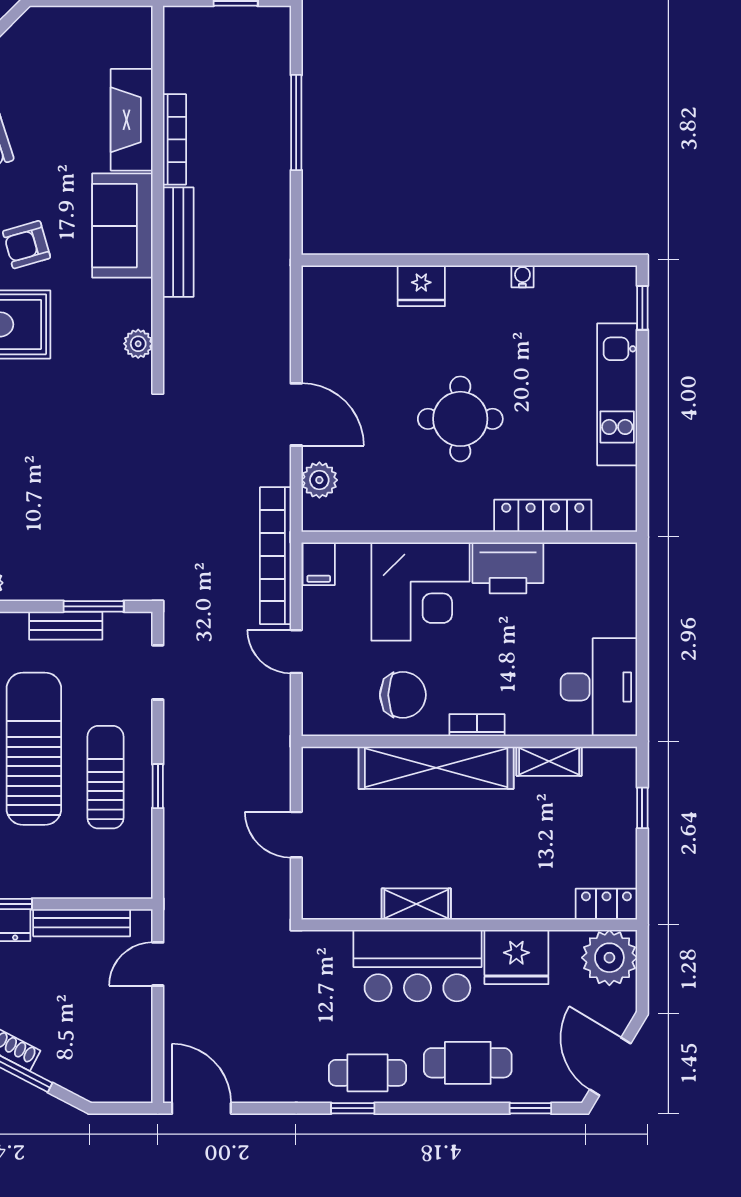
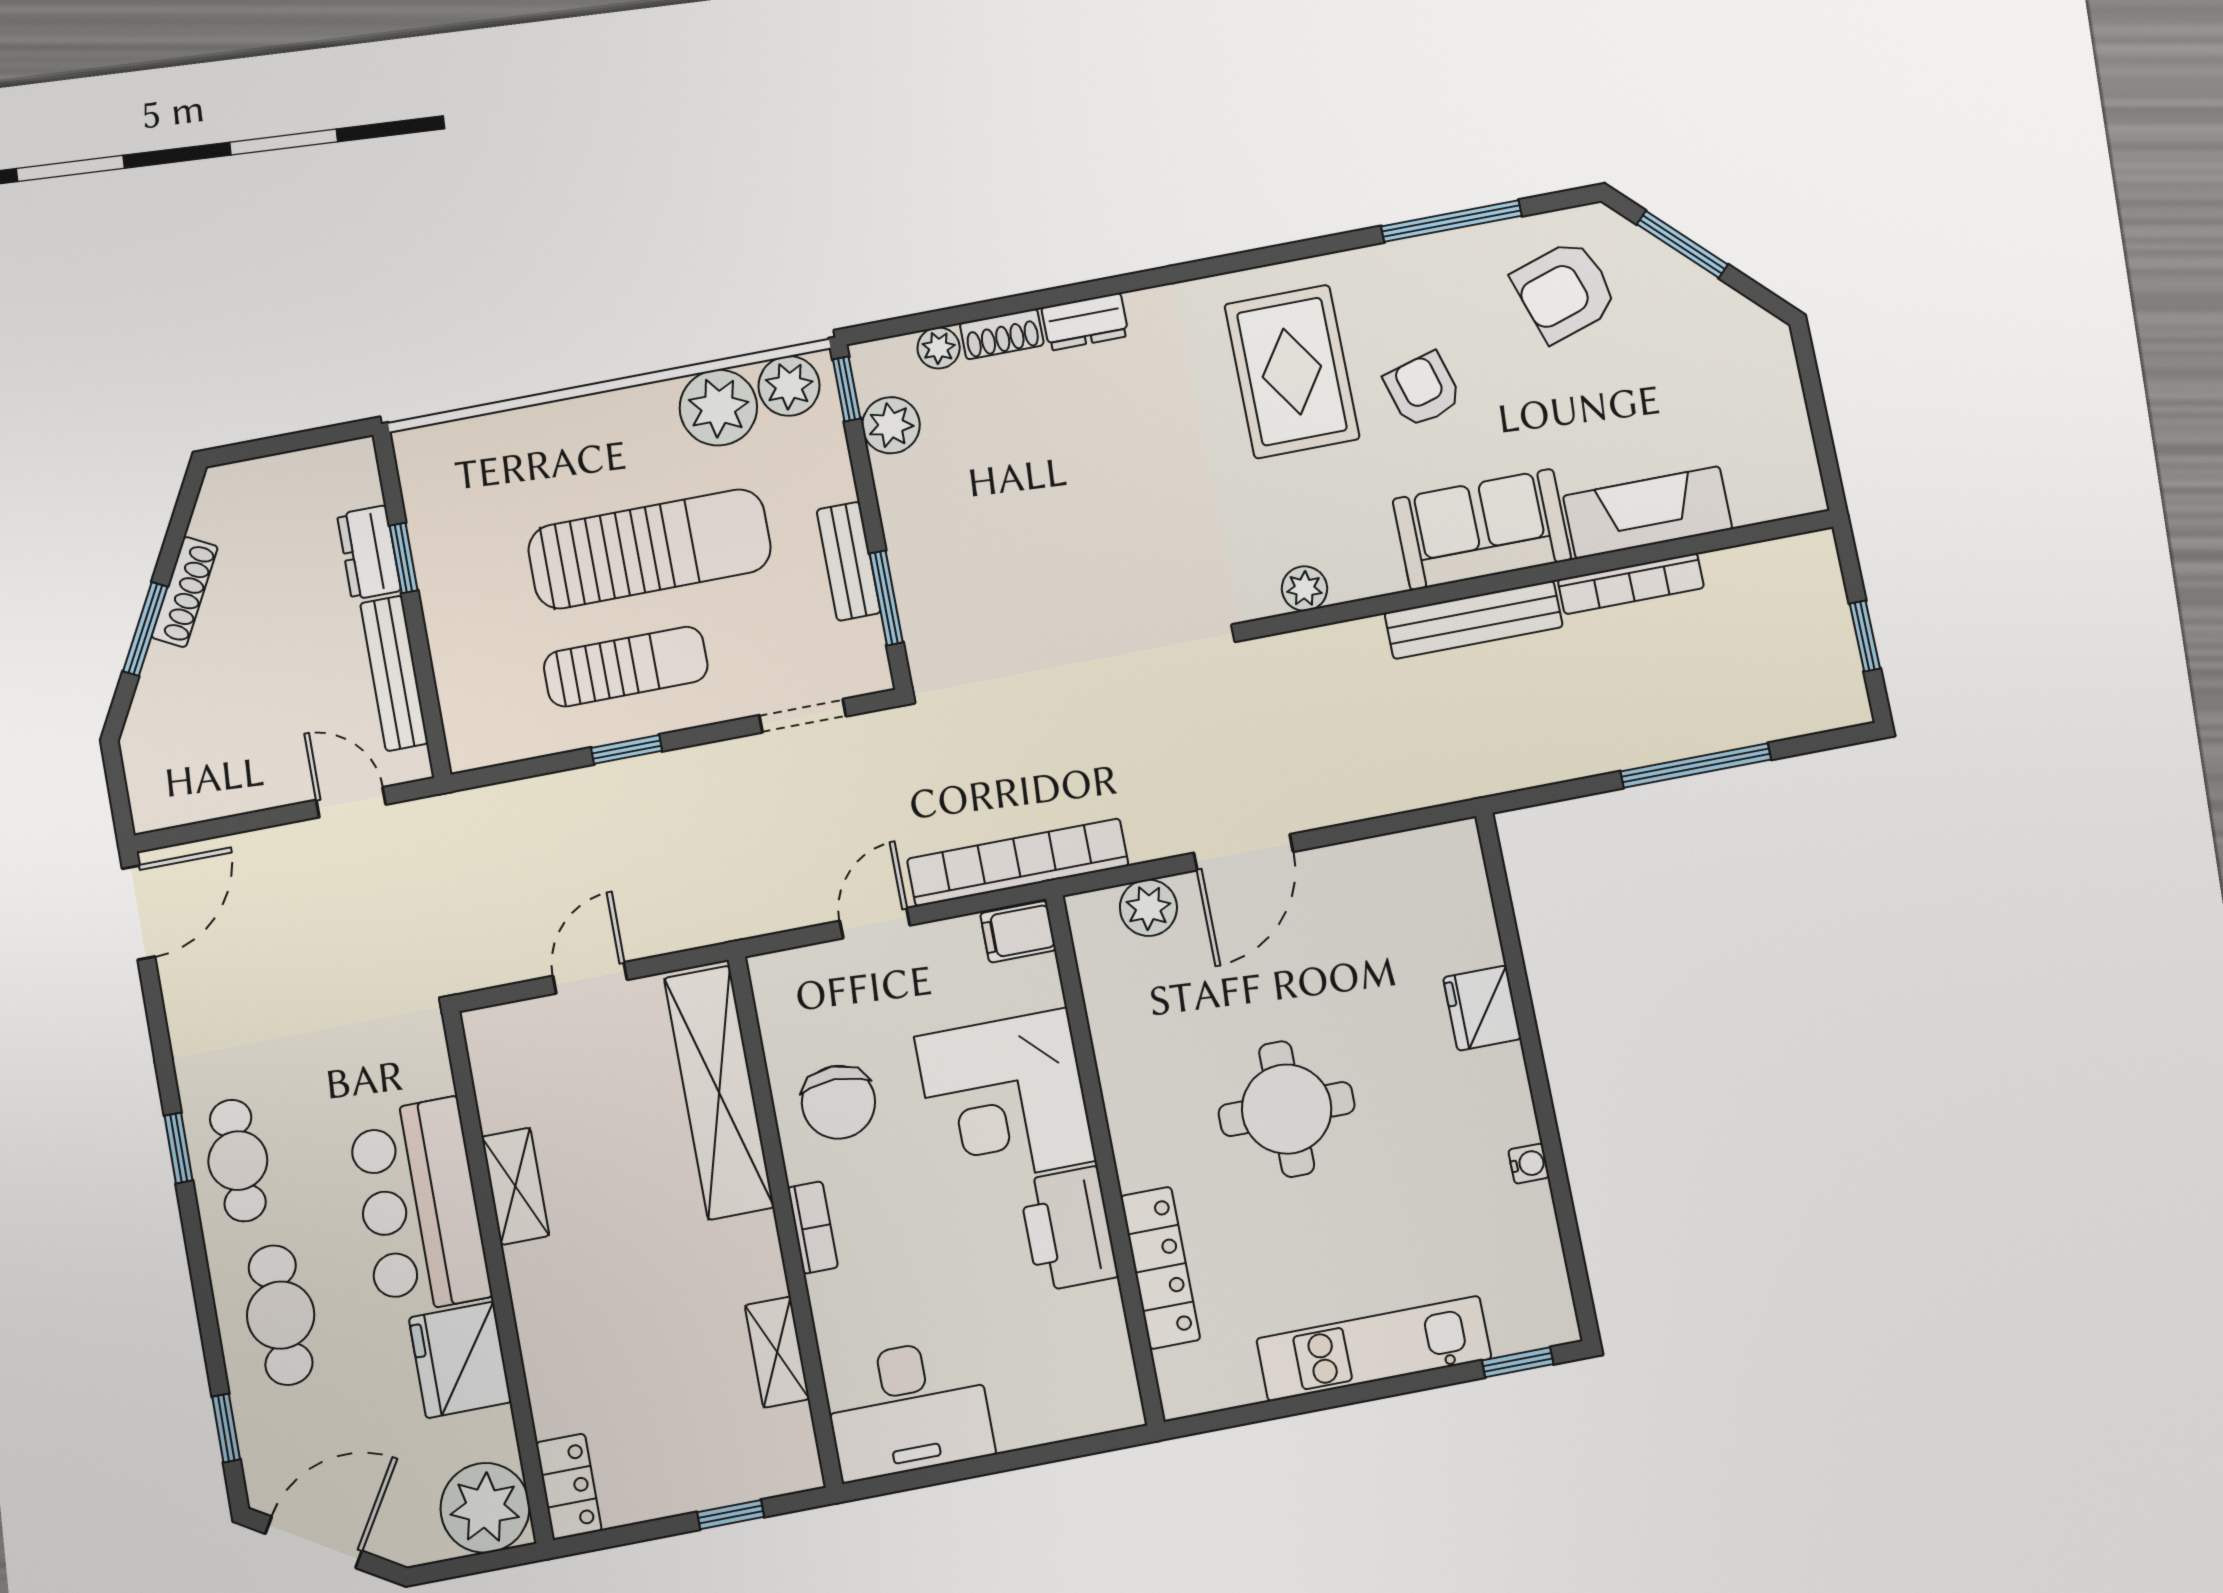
shelving: (436, 768) -> (719, 1093), moved

